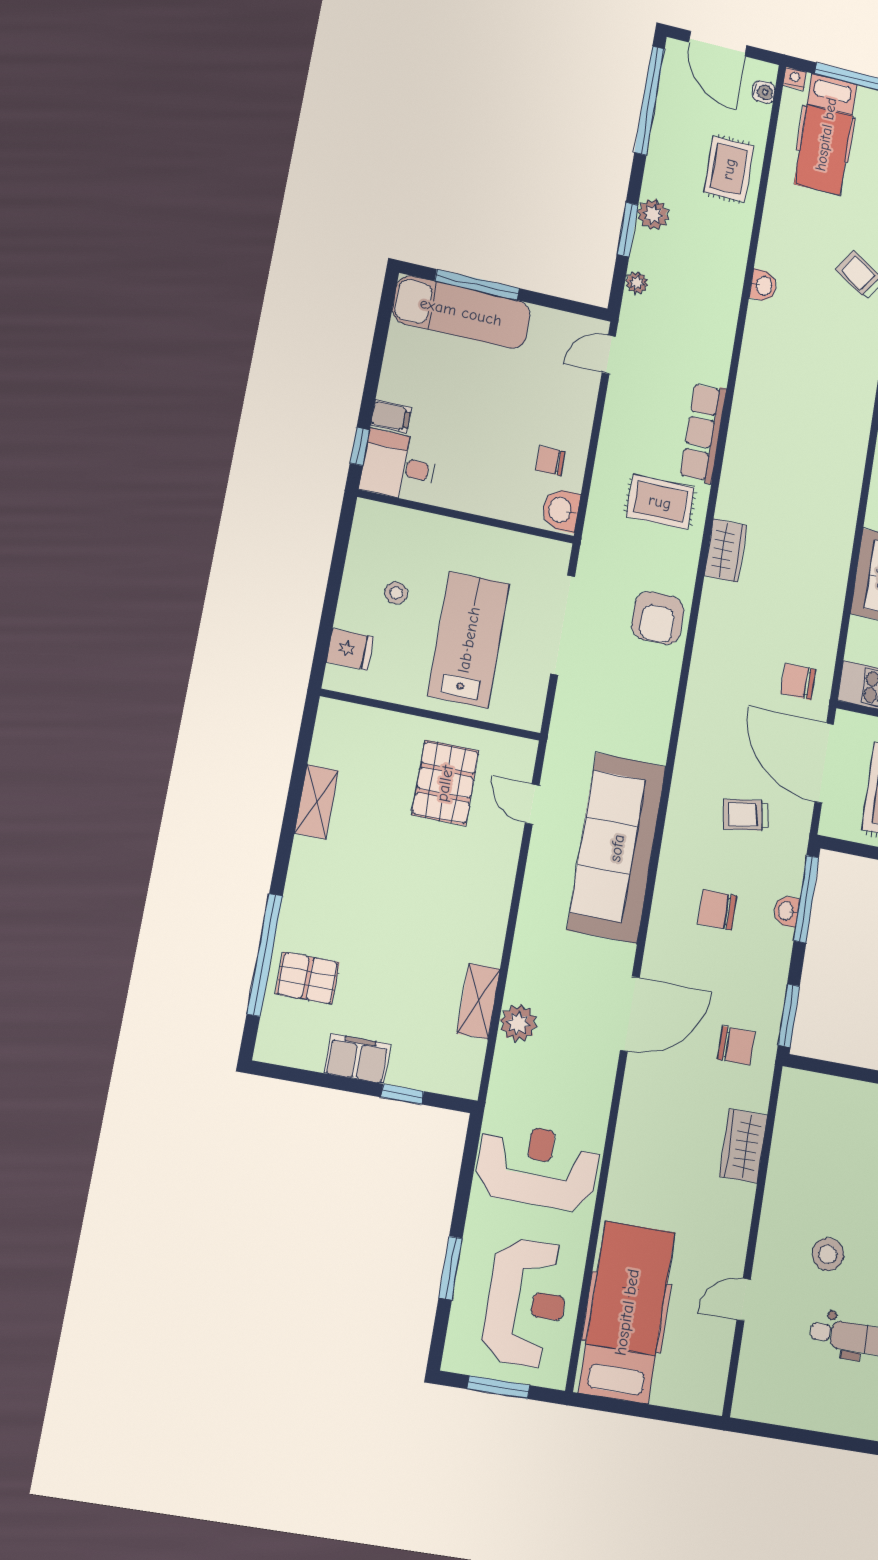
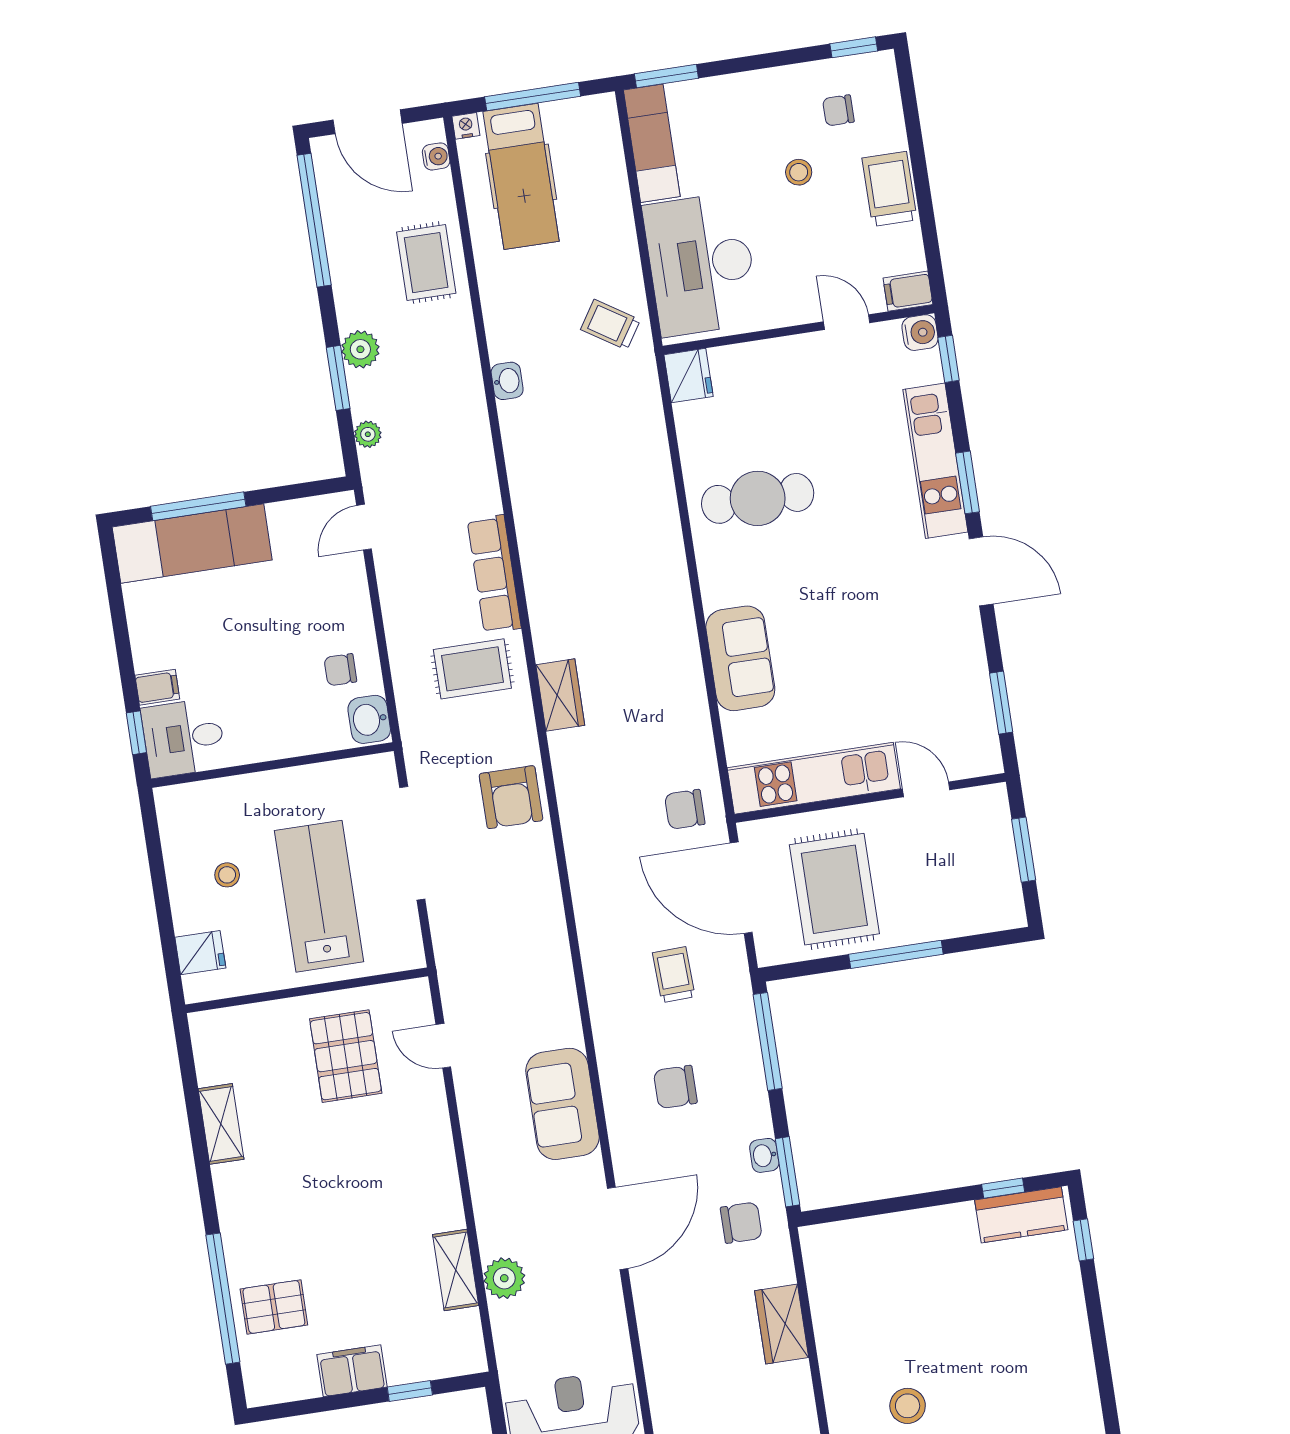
trolley: (746, 815) -> (674, 975), turned 97
sofa: (617, 848) -> (562, 1104), width x0.54, depth x0.79
washbasin: (786, 911) -> (764, 1155), moved

